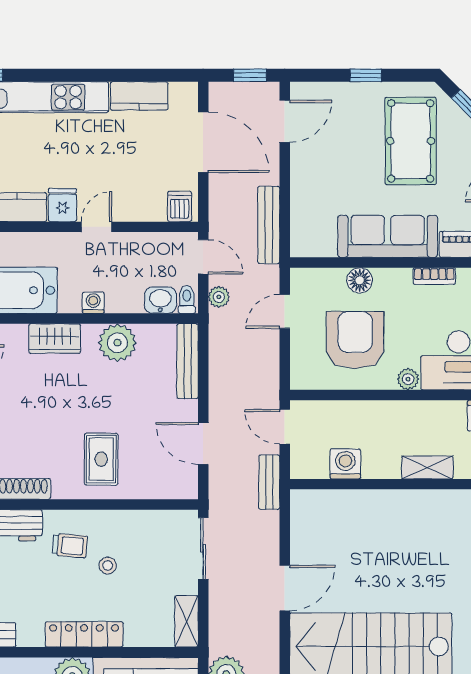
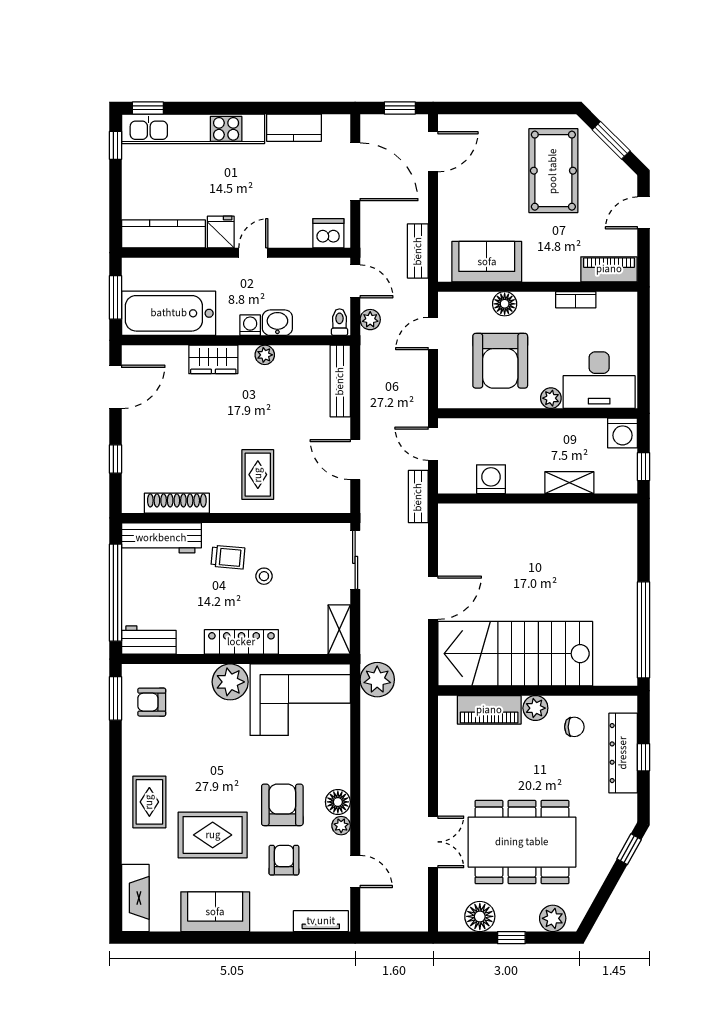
window: (366, 75) -> (510, 108), removed
dishwasher: (180, 207) -> (328, 233), width x1.38
bench: (269, 225) -> (418, 251), width x0.73
sofa: (388, 236) -> (487, 262), moved, width x0.73
washbasin: (160, 300) -> (277, 323), moved
armchair: (355, 340) -> (500, 361), turned 180
plant: (117, 343) -> (265, 355), width x0.53, depth x0.53

